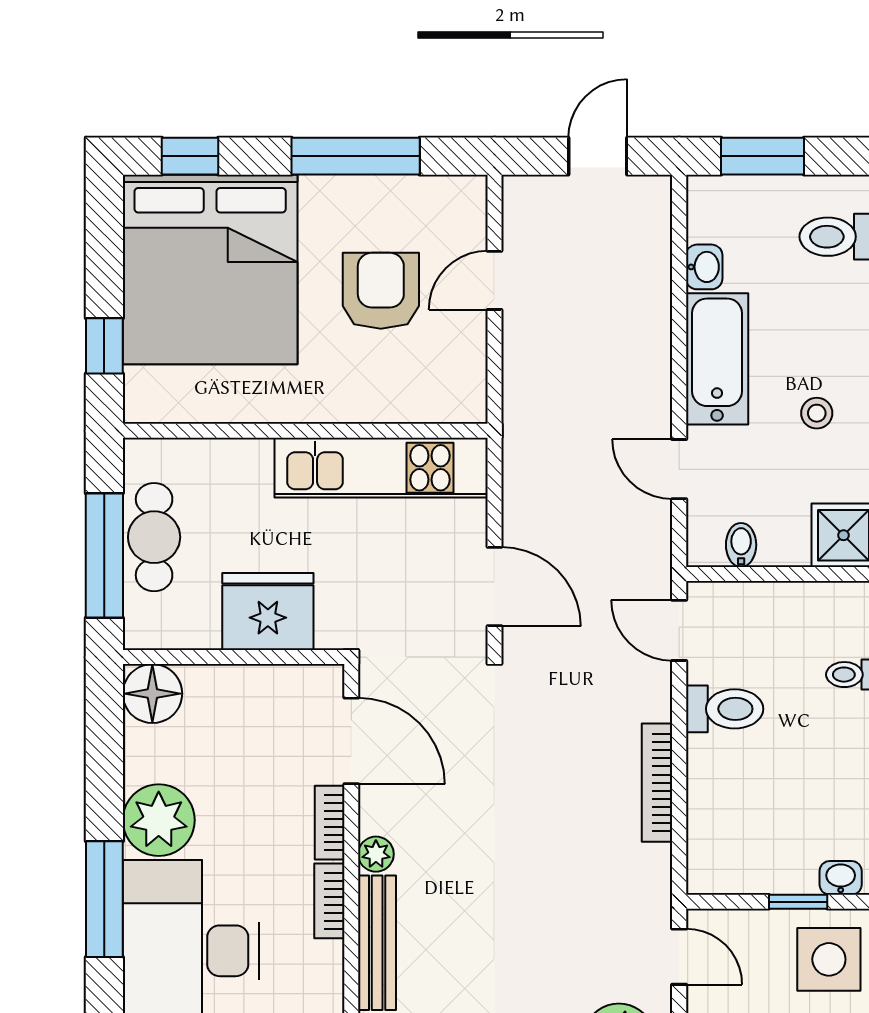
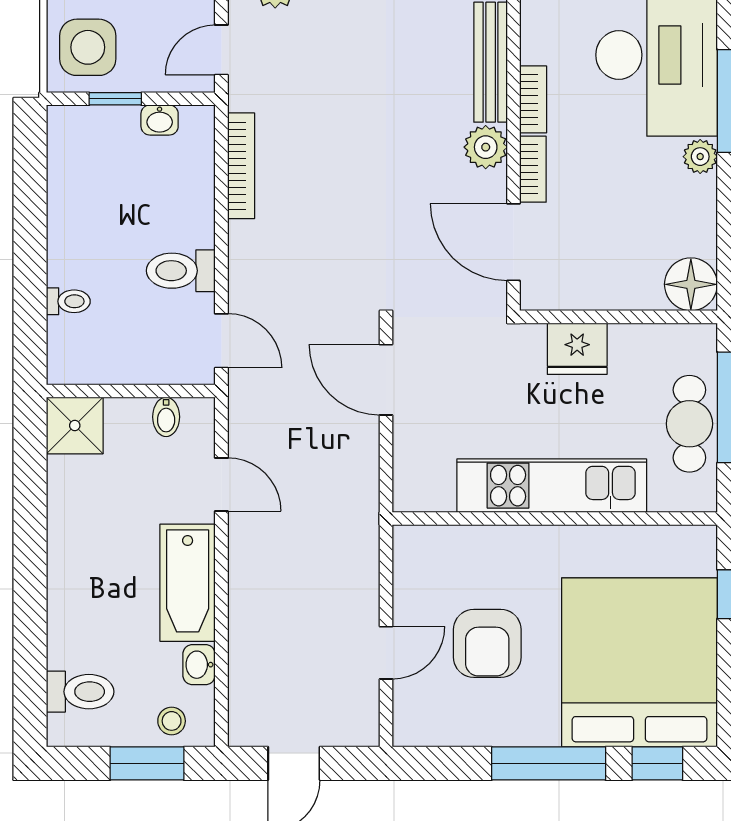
window: (356, 156) -> (549, 763), moved
stool: (817, 413) -> (172, 721), moved
kitchen unit: (381, 468) -> (552, 486), moved
fridge: (268, 611) -> (577, 349), width x0.73, depth x0.75
bookcase: (657, 783) -> (241, 166), moved
plant: (159, 820) -> (700, 157), width x0.53, depth x0.53
plant: (376, 854) -> (486, 147), width x1.38, depth x1.38
washbasin: (841, 878) -> (160, 120), moved
door: (679, 957) -> (221, 50), hinge flipped

